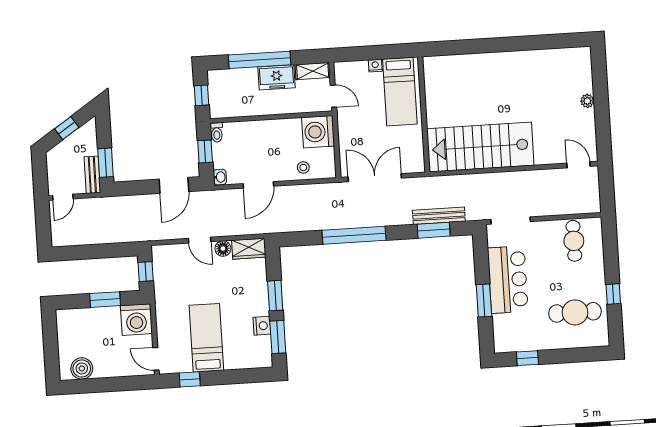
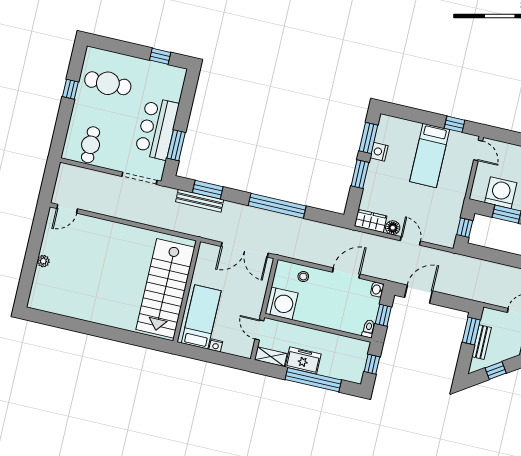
stairs: (480, 147) -> (165, 288), moved, turned 90
door: (579, 165) -> (67, 209), hinge flipped
bench: (92, 175) -> (482, 342), moved
window: (484, 300) -> (176, 145), moved
washing machine: (136, 320) -> (501, 193), moved

